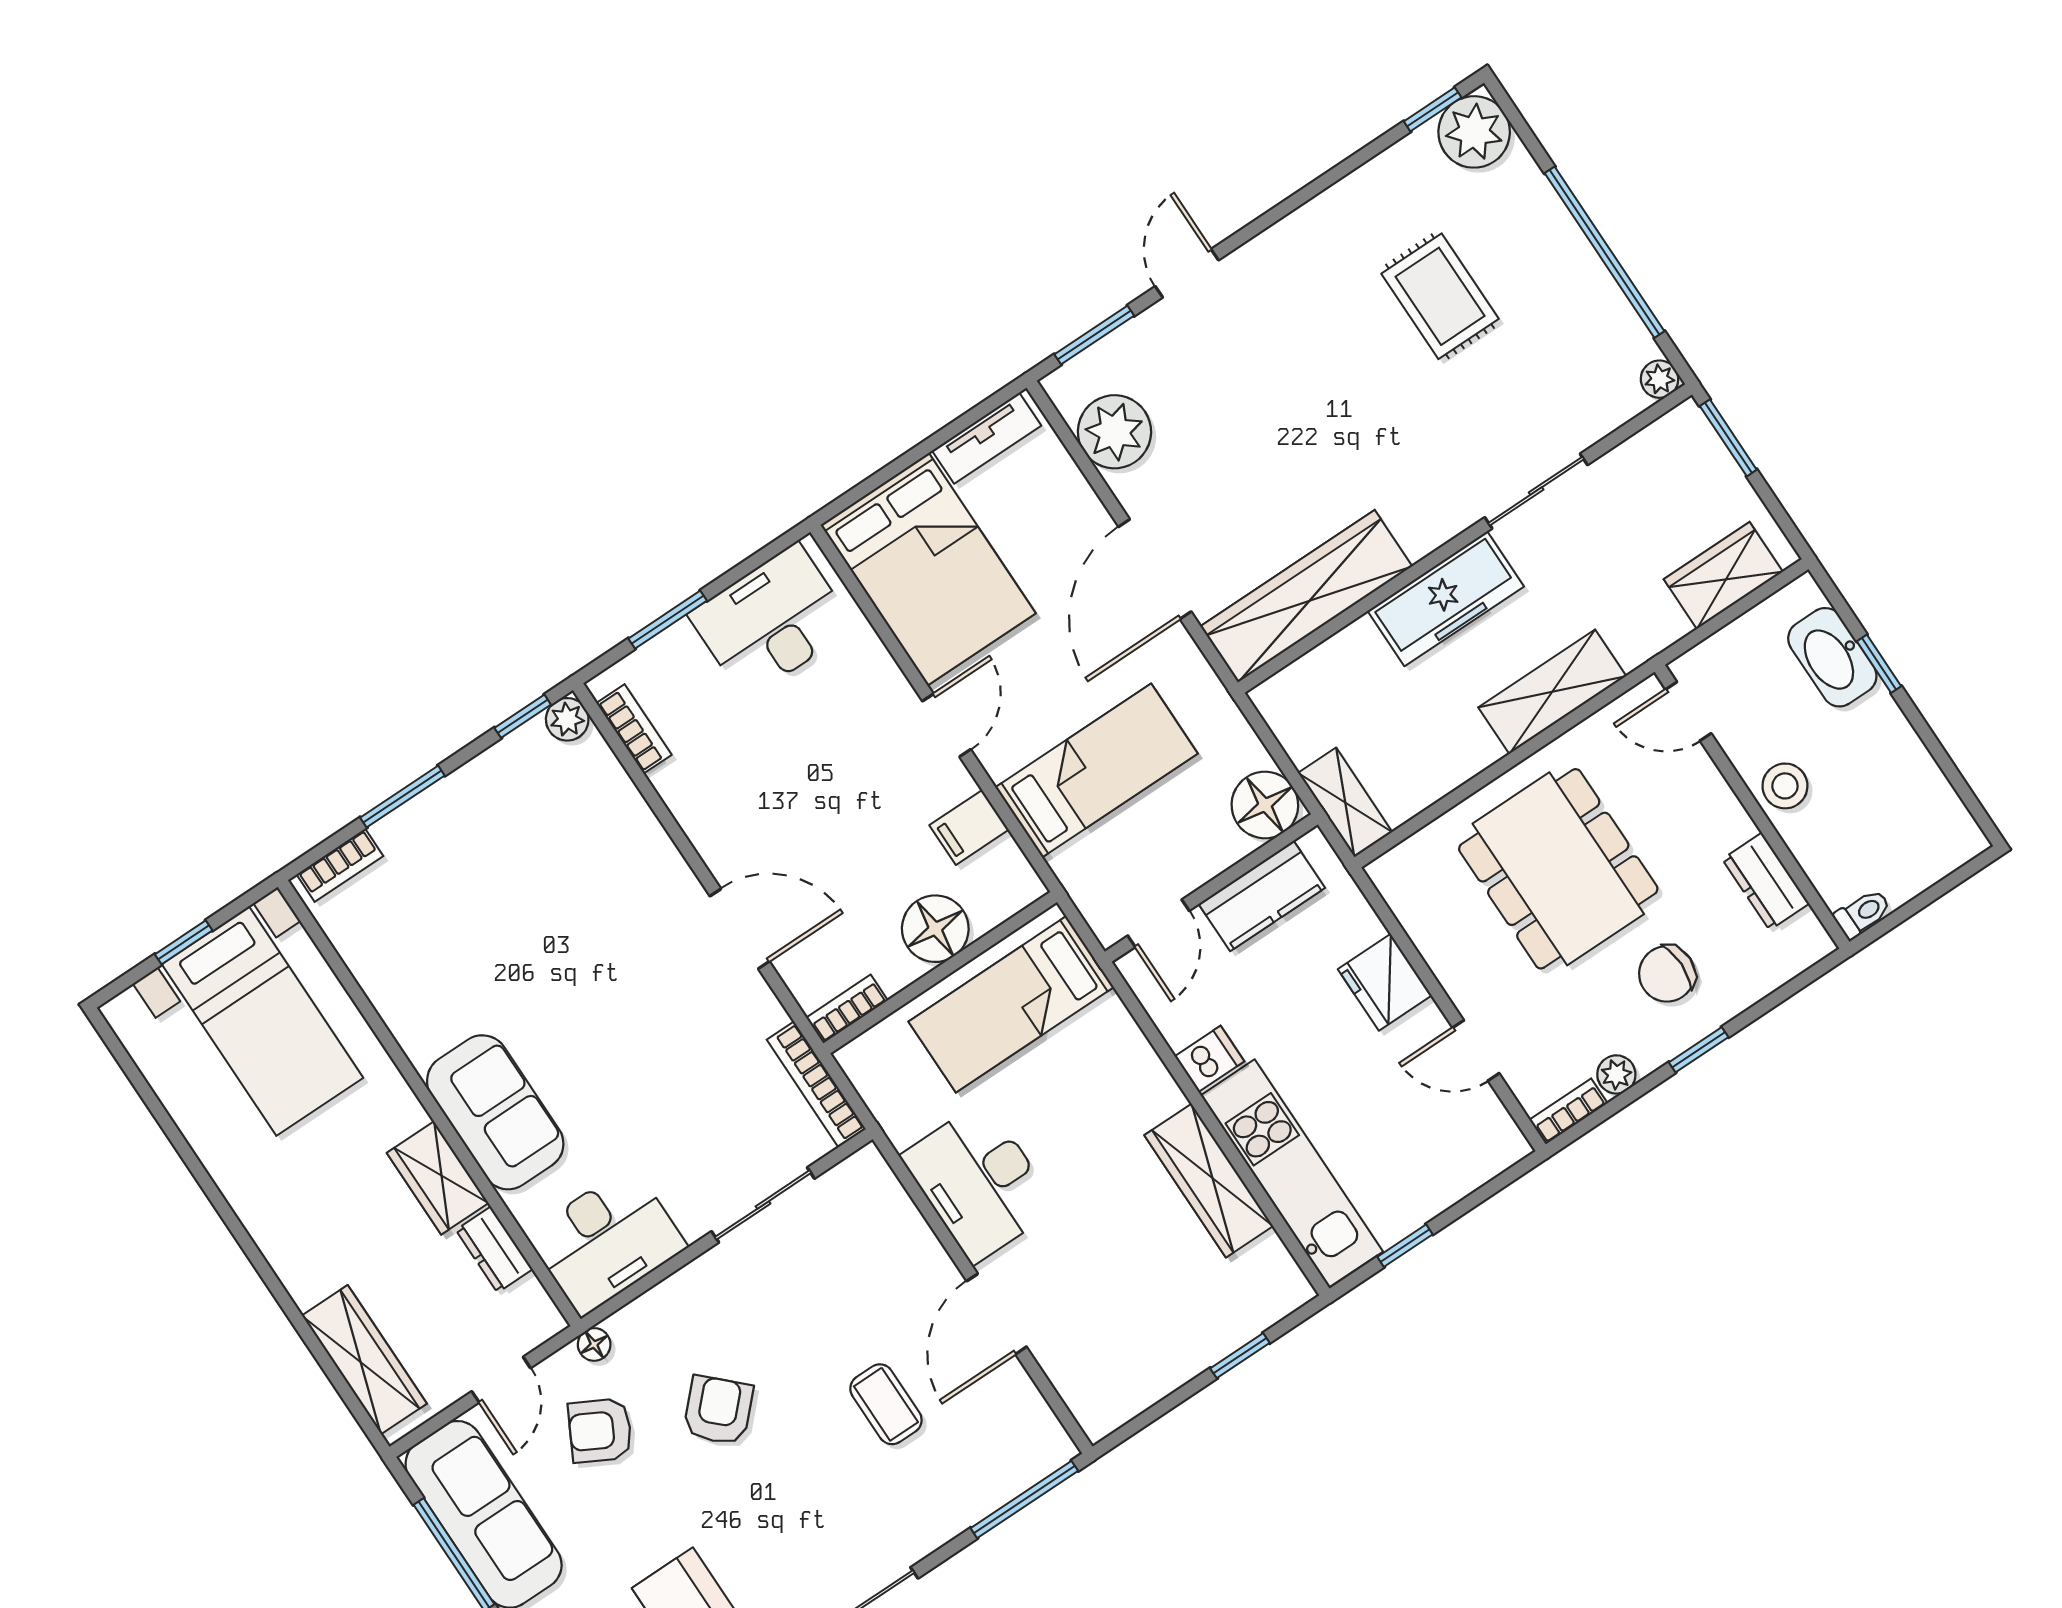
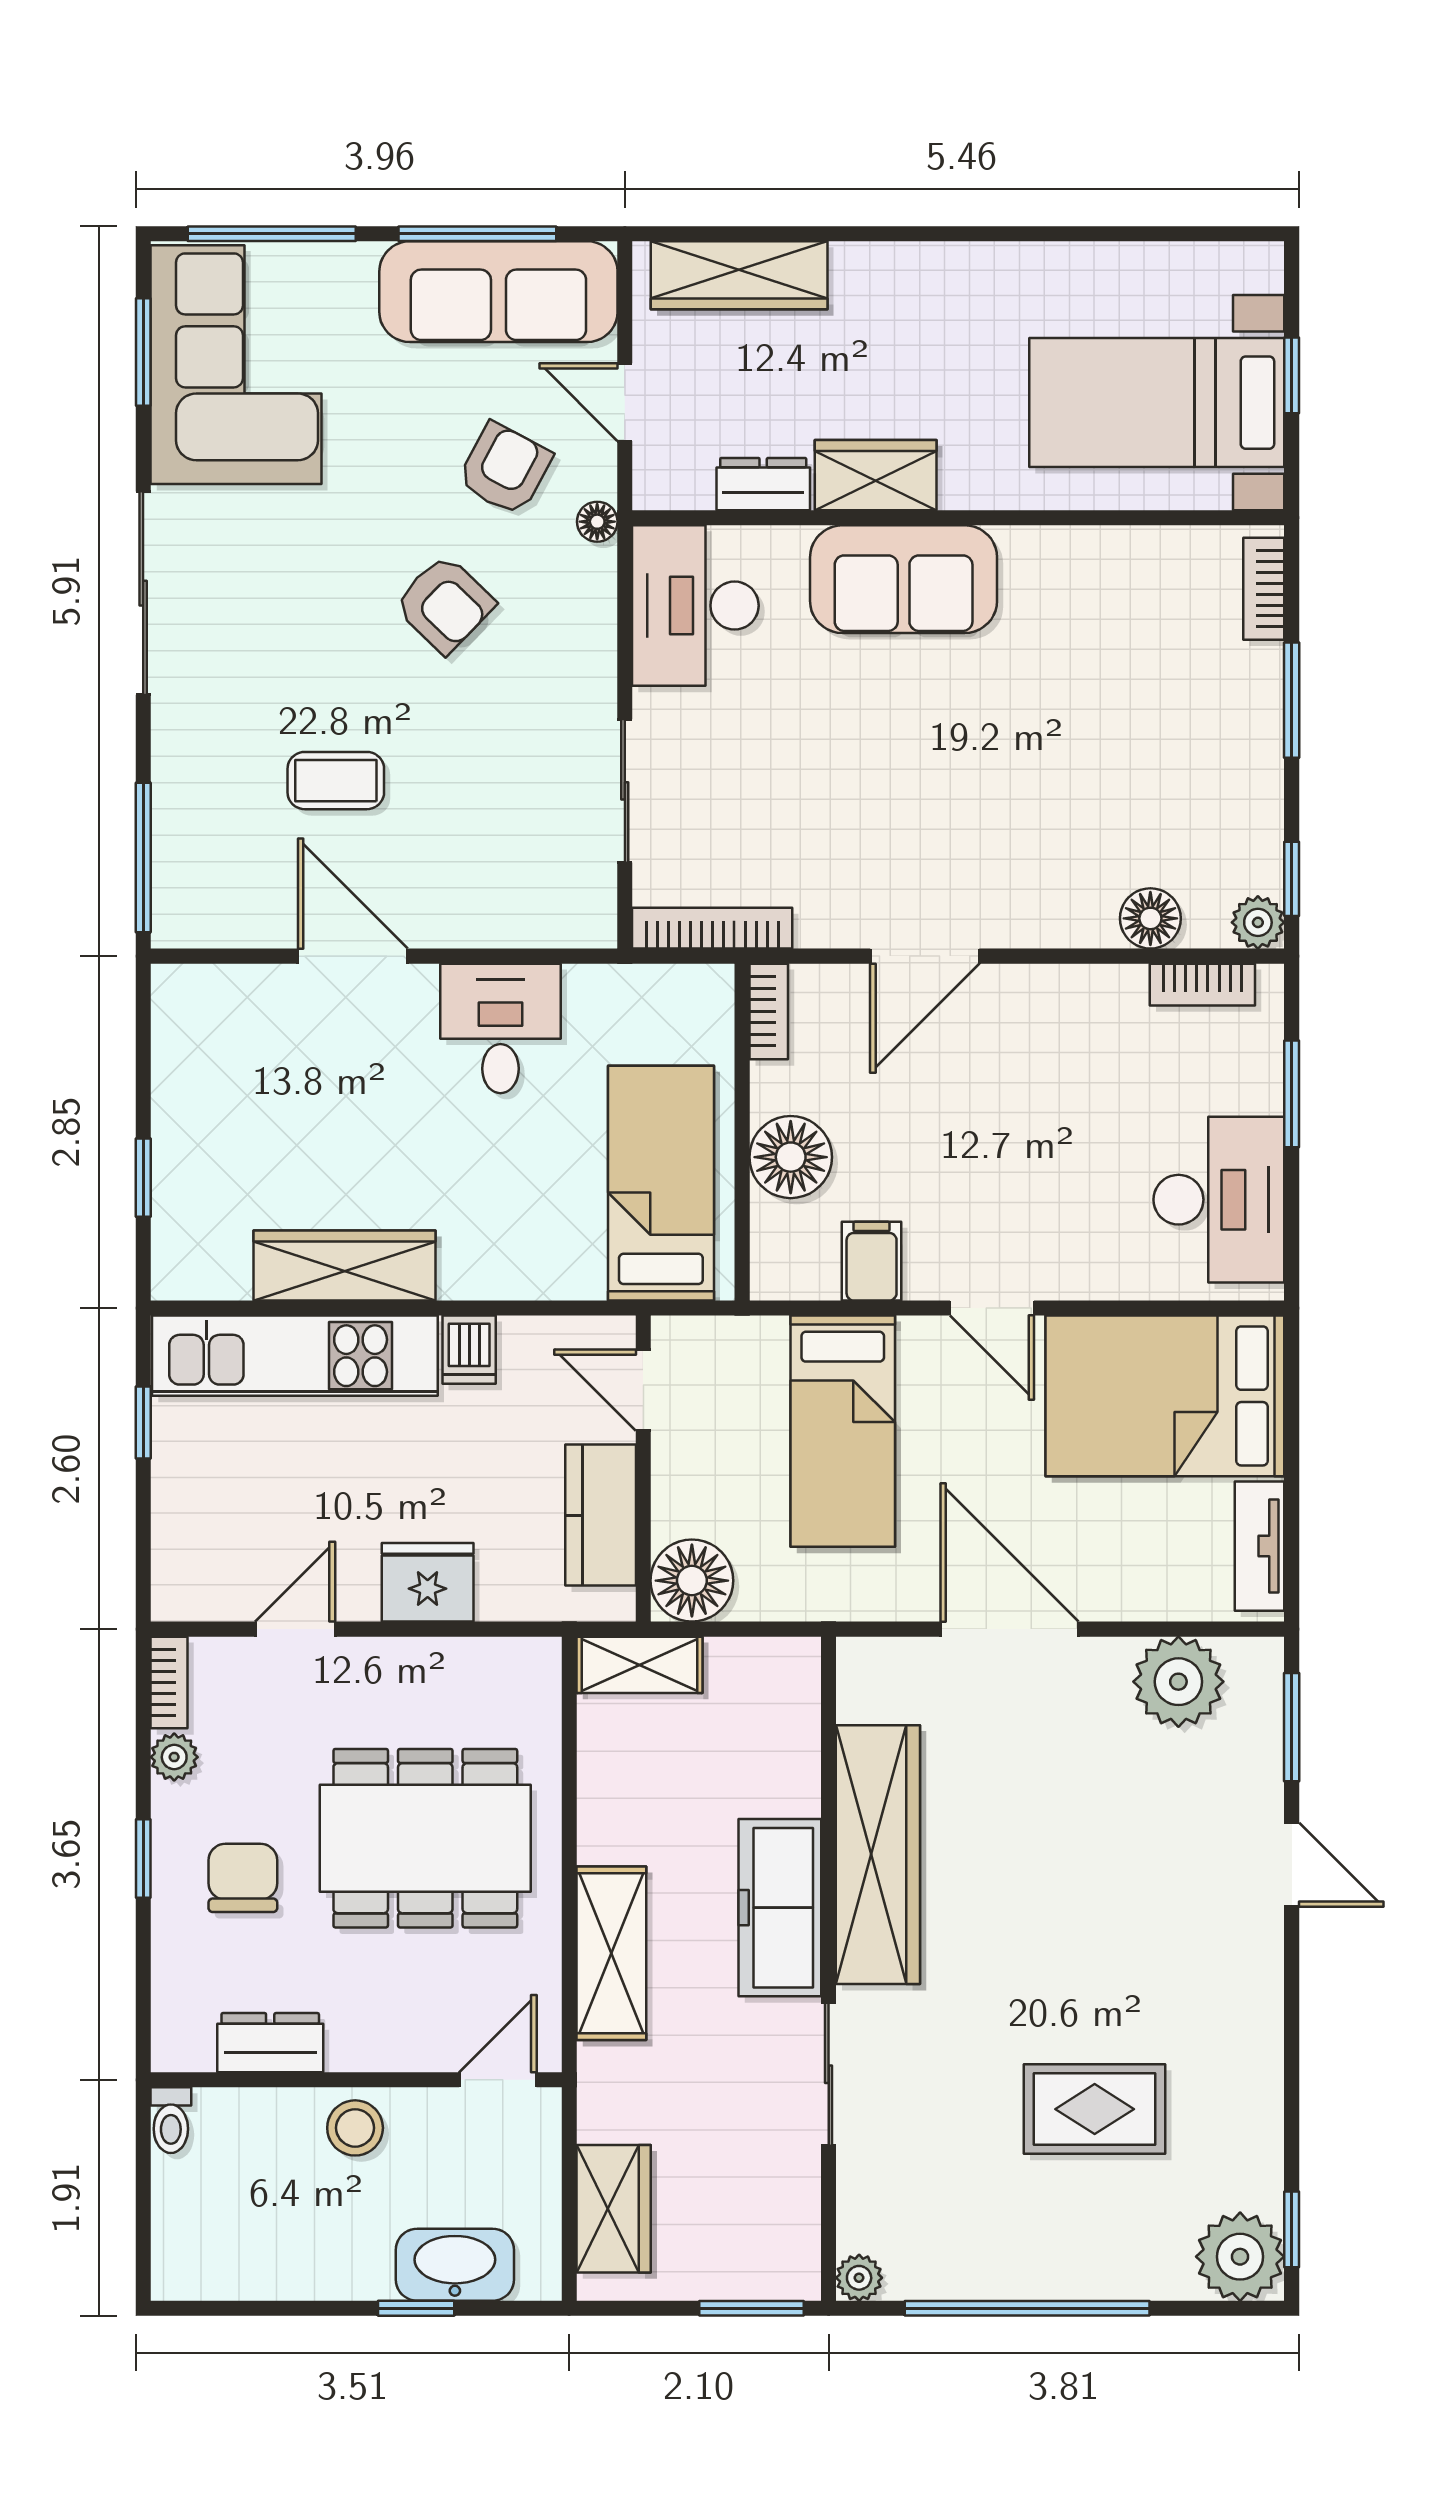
wardrobe: (1306, 596) -> (878, 1855), moved
floor lamp: (613, 794) -> (1150, 918), added
desk: (979, 1182) -> (500, 1028), width x0.73

